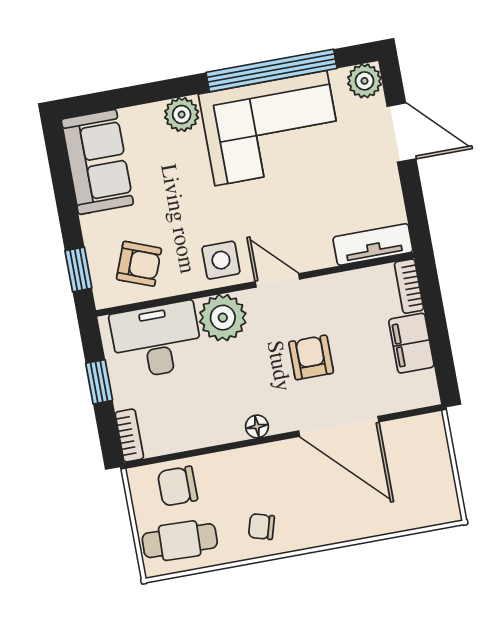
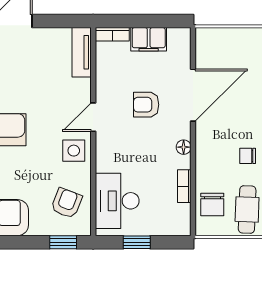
plant: (223, 318) -> (110, 156), removed
bookcase: (129, 435) -> (184, 186), moved, turned -90
chair: (261, 527) -> (248, 156), turned 74

